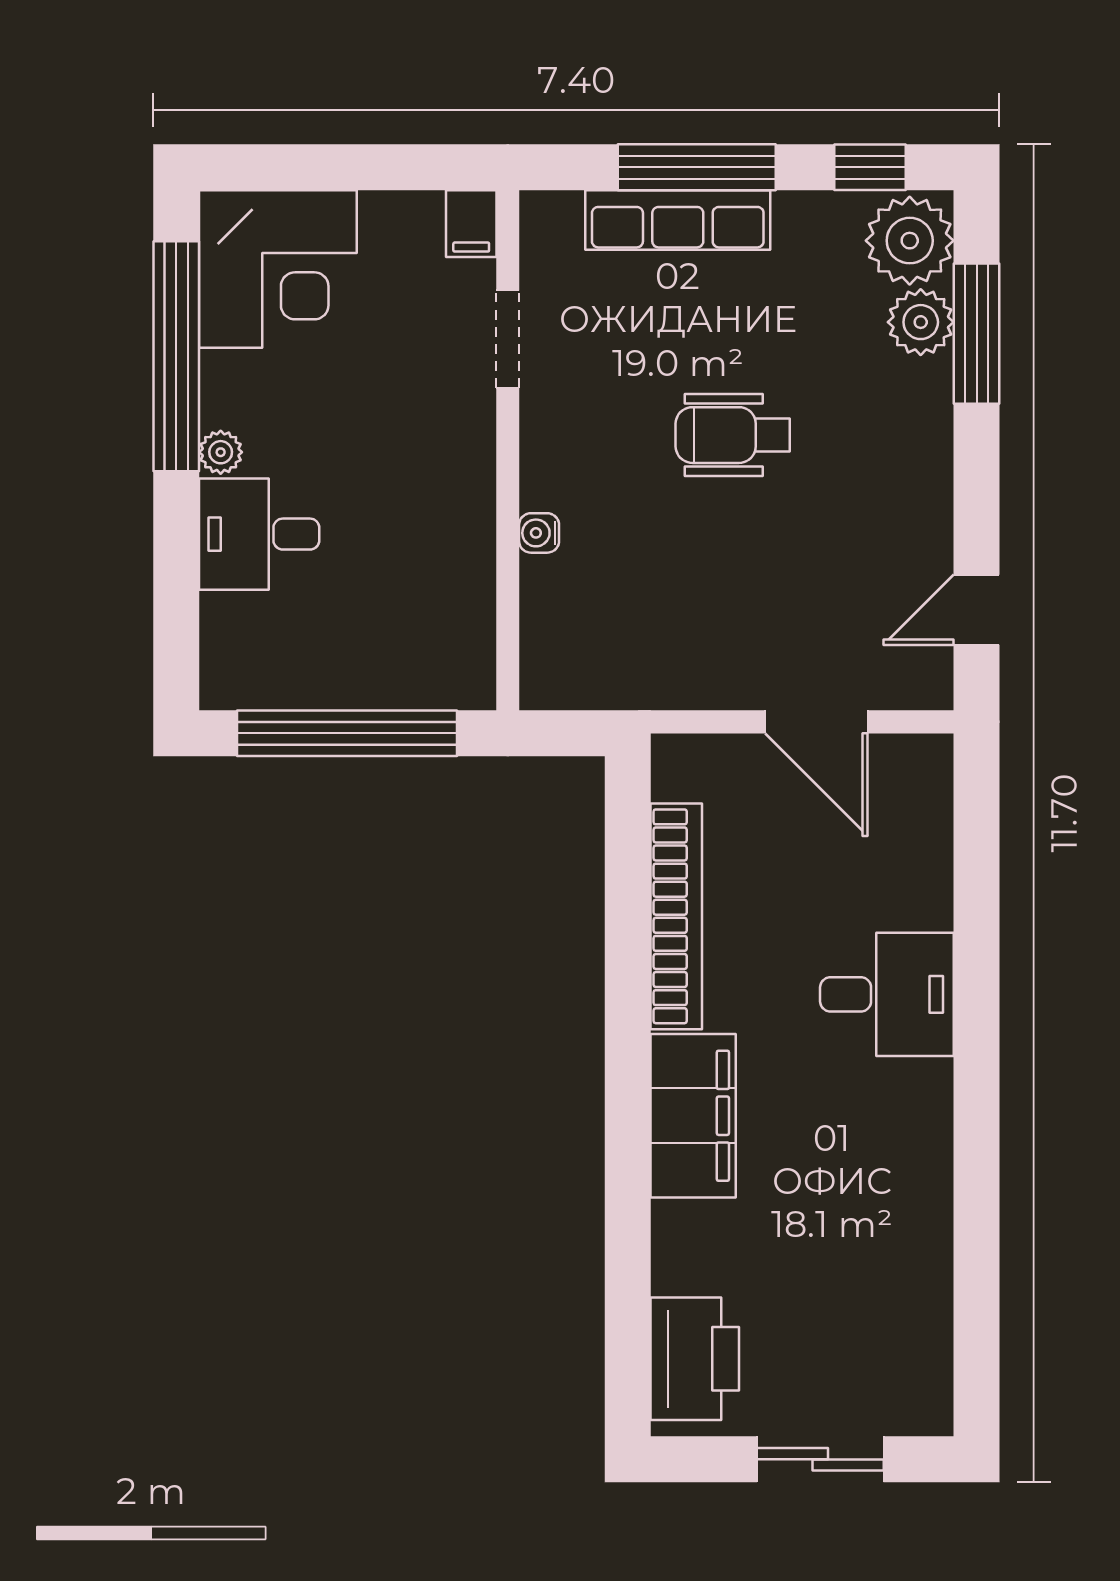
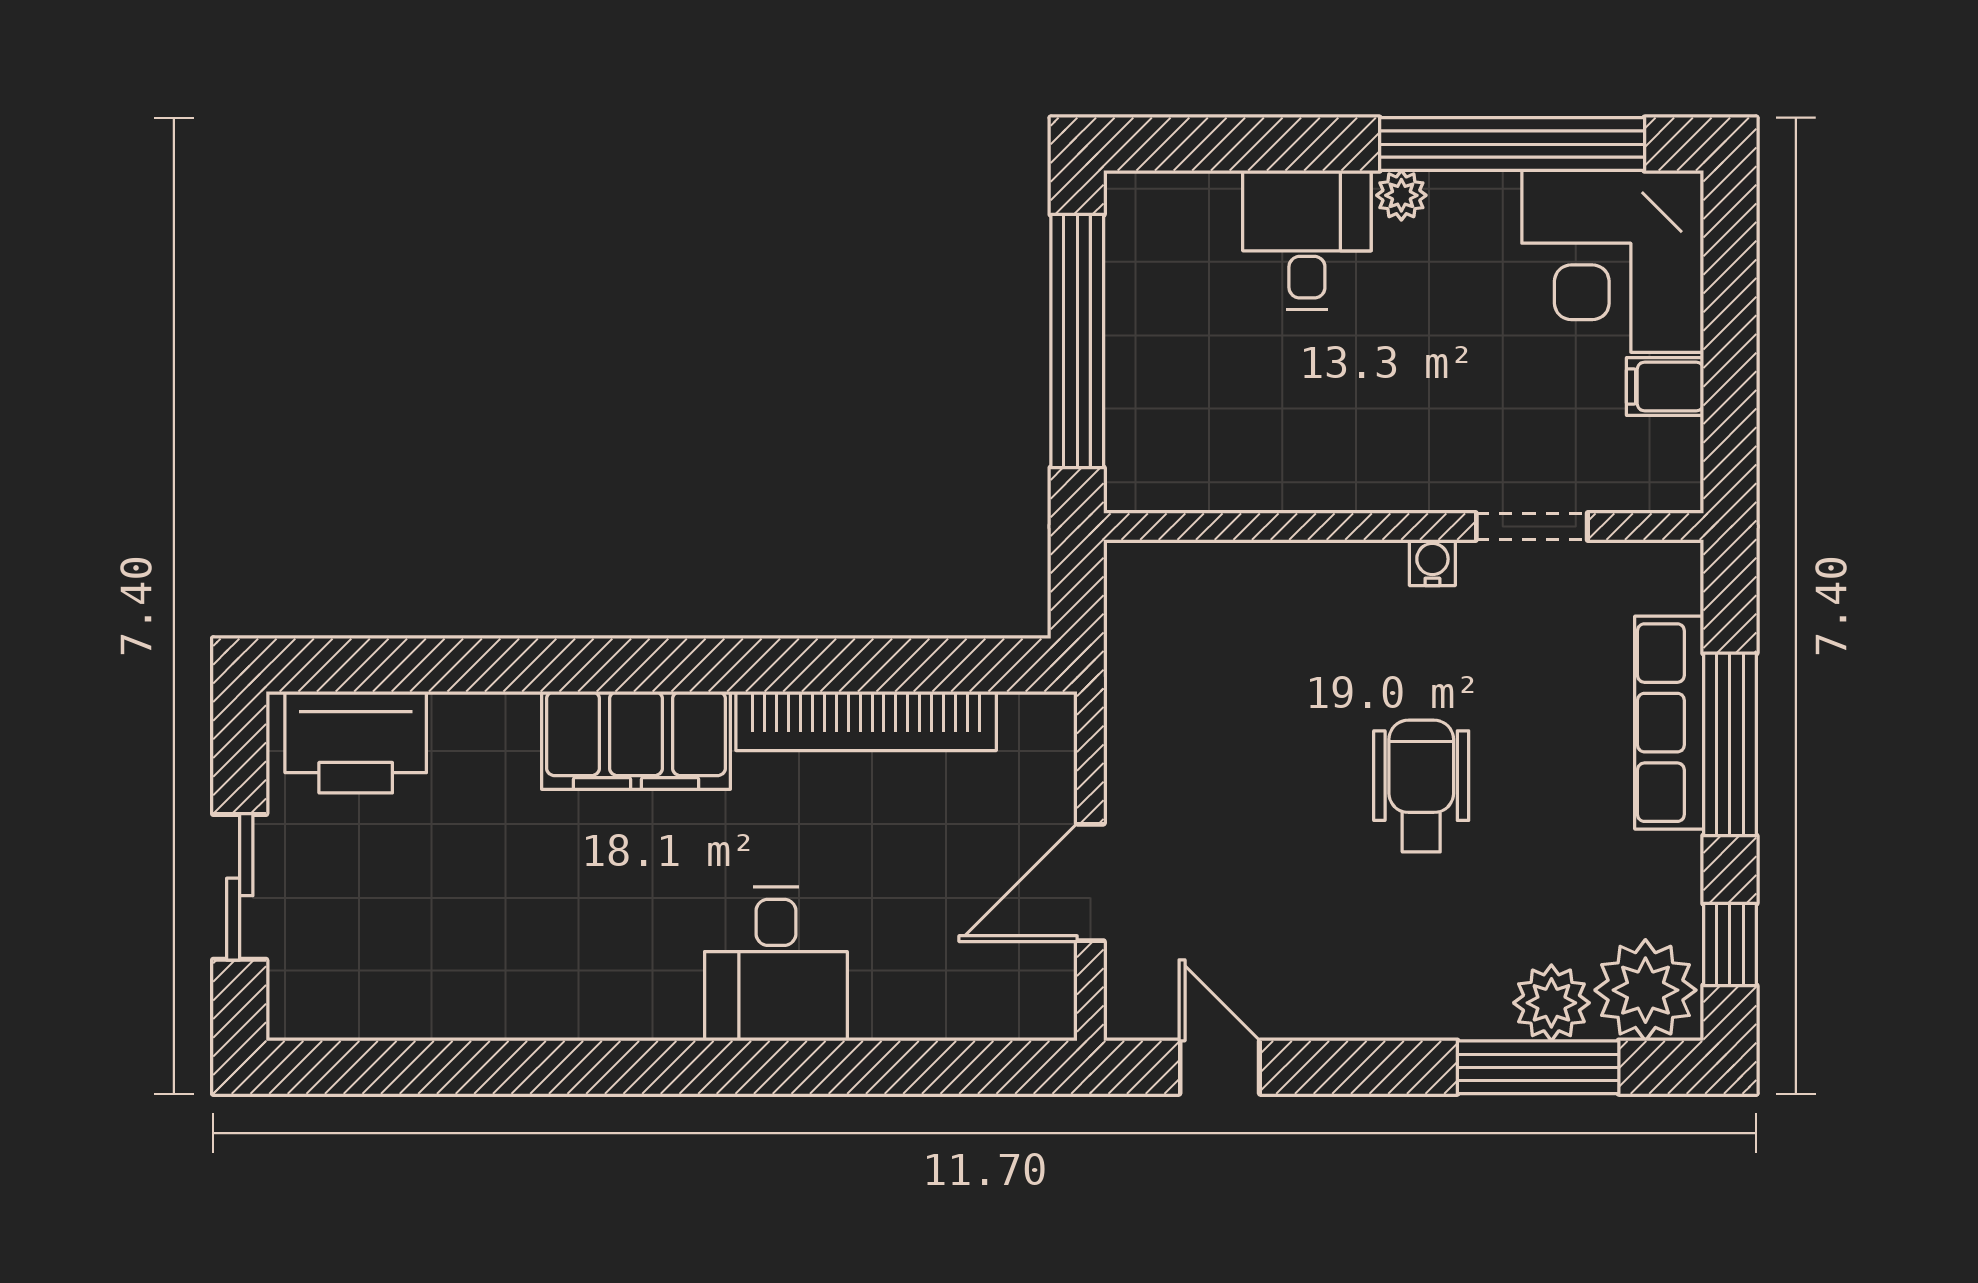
filing cabinet: (471, 224) -> (1665, 386), moved
water cooler: (539, 533) -> (1432, 563), moved

